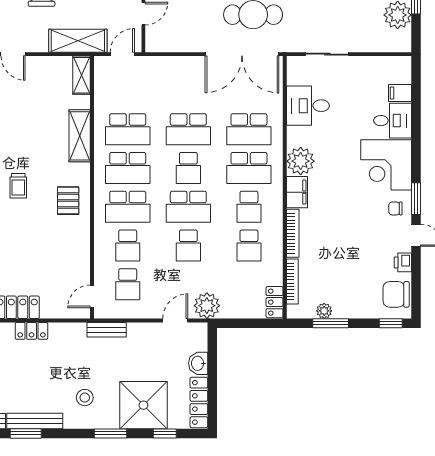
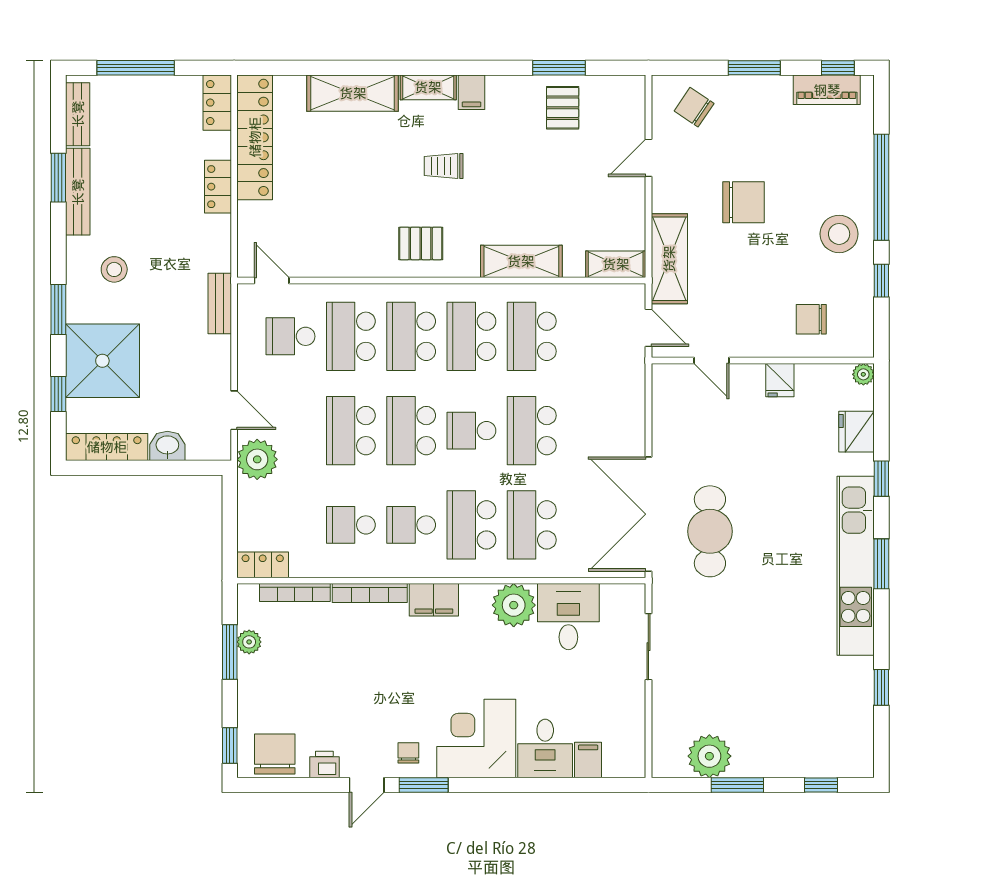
plant: (301, 161) -> (514, 605), moved
school desk: (128, 245) -> (351, 336), width x1.85
school desk: (188, 245) -> (351, 431), width x1.85

